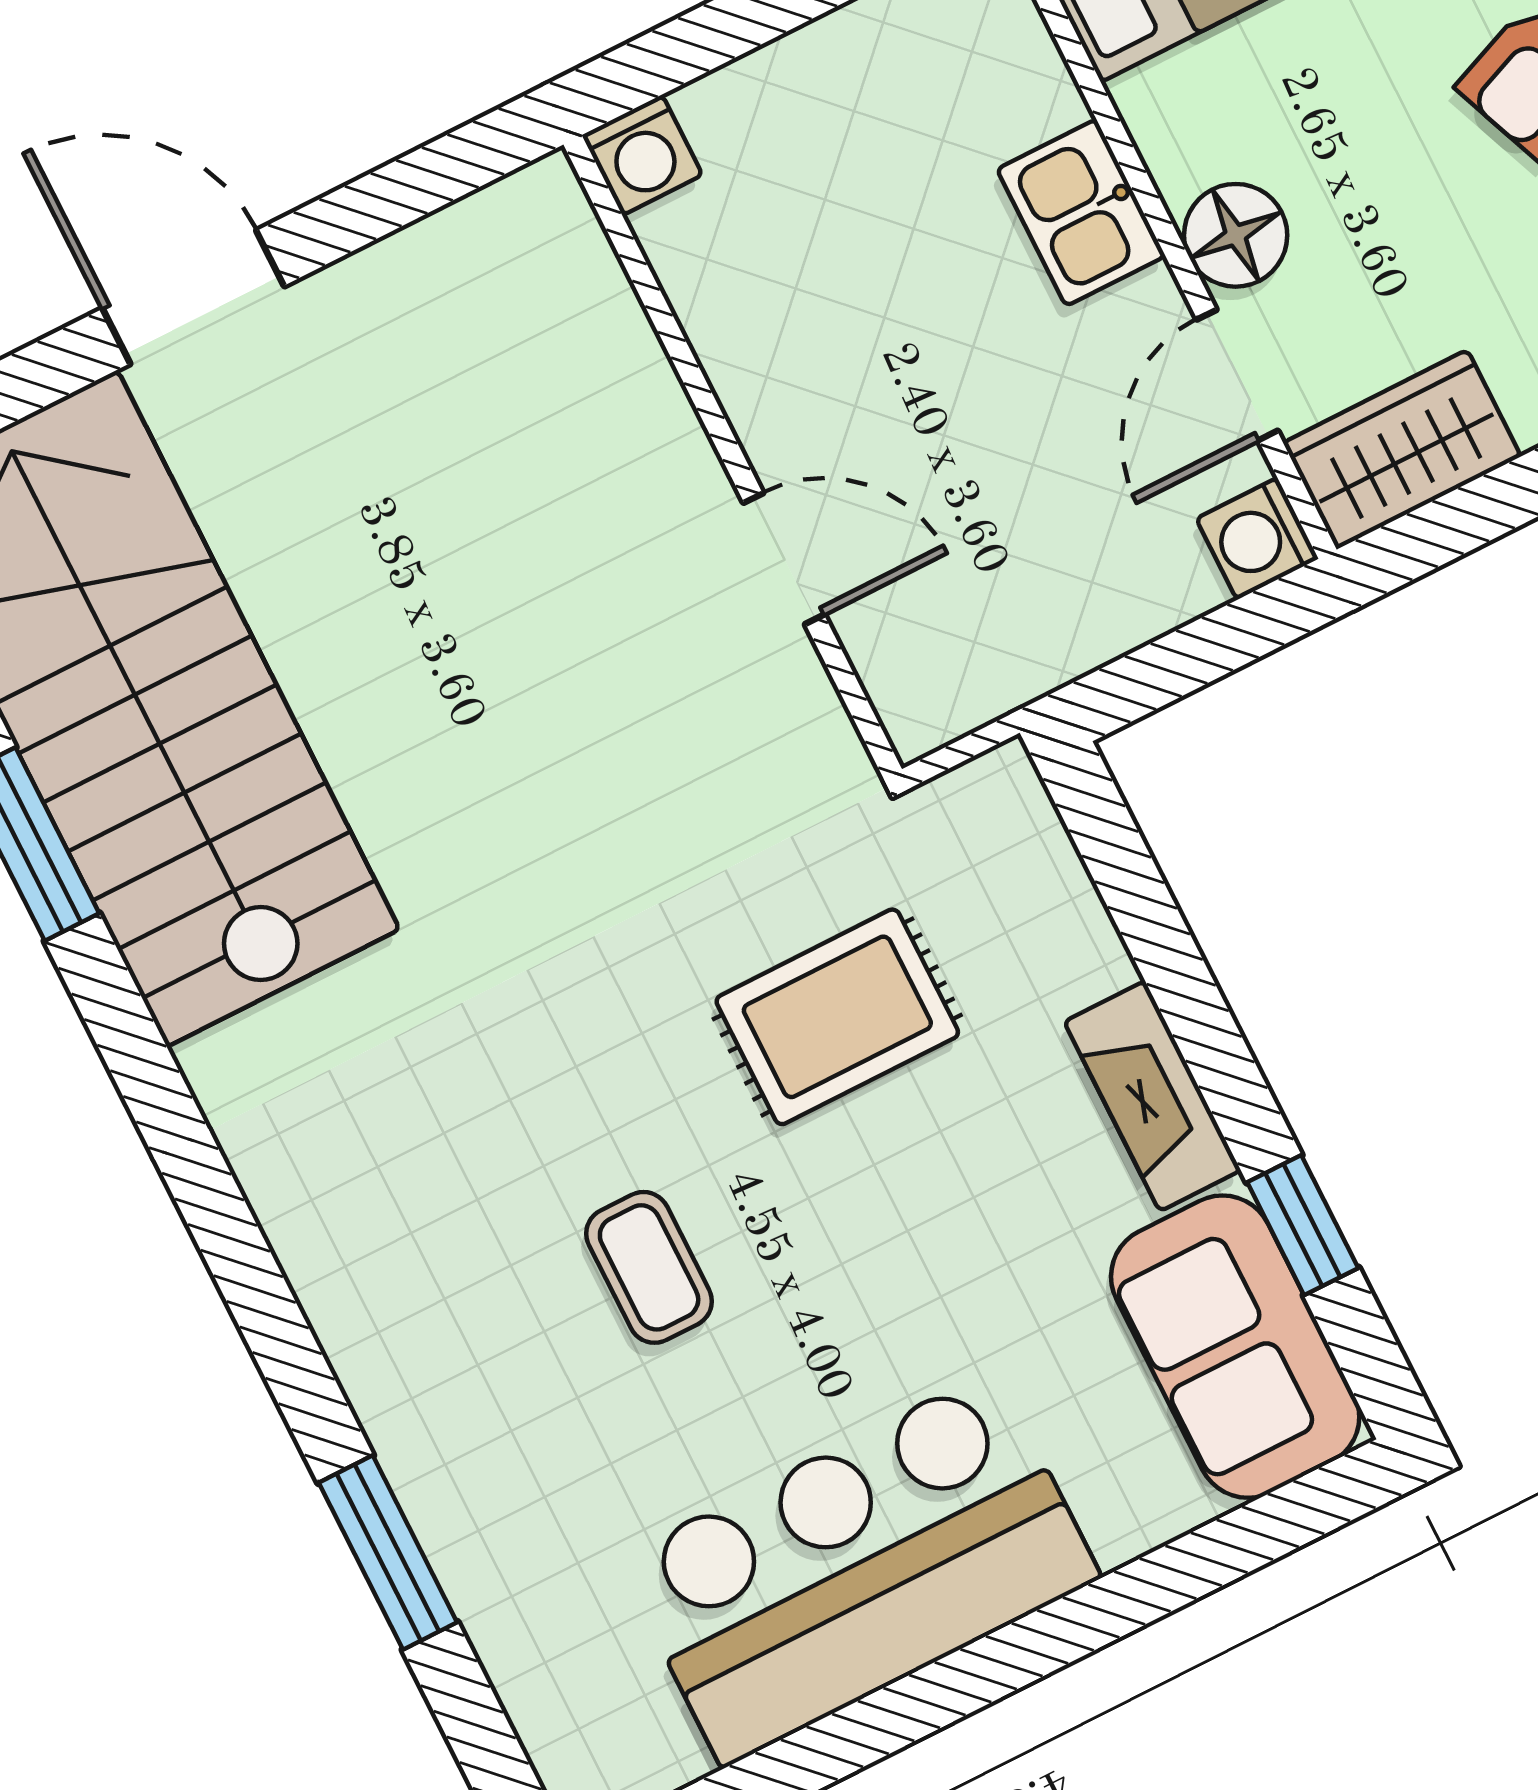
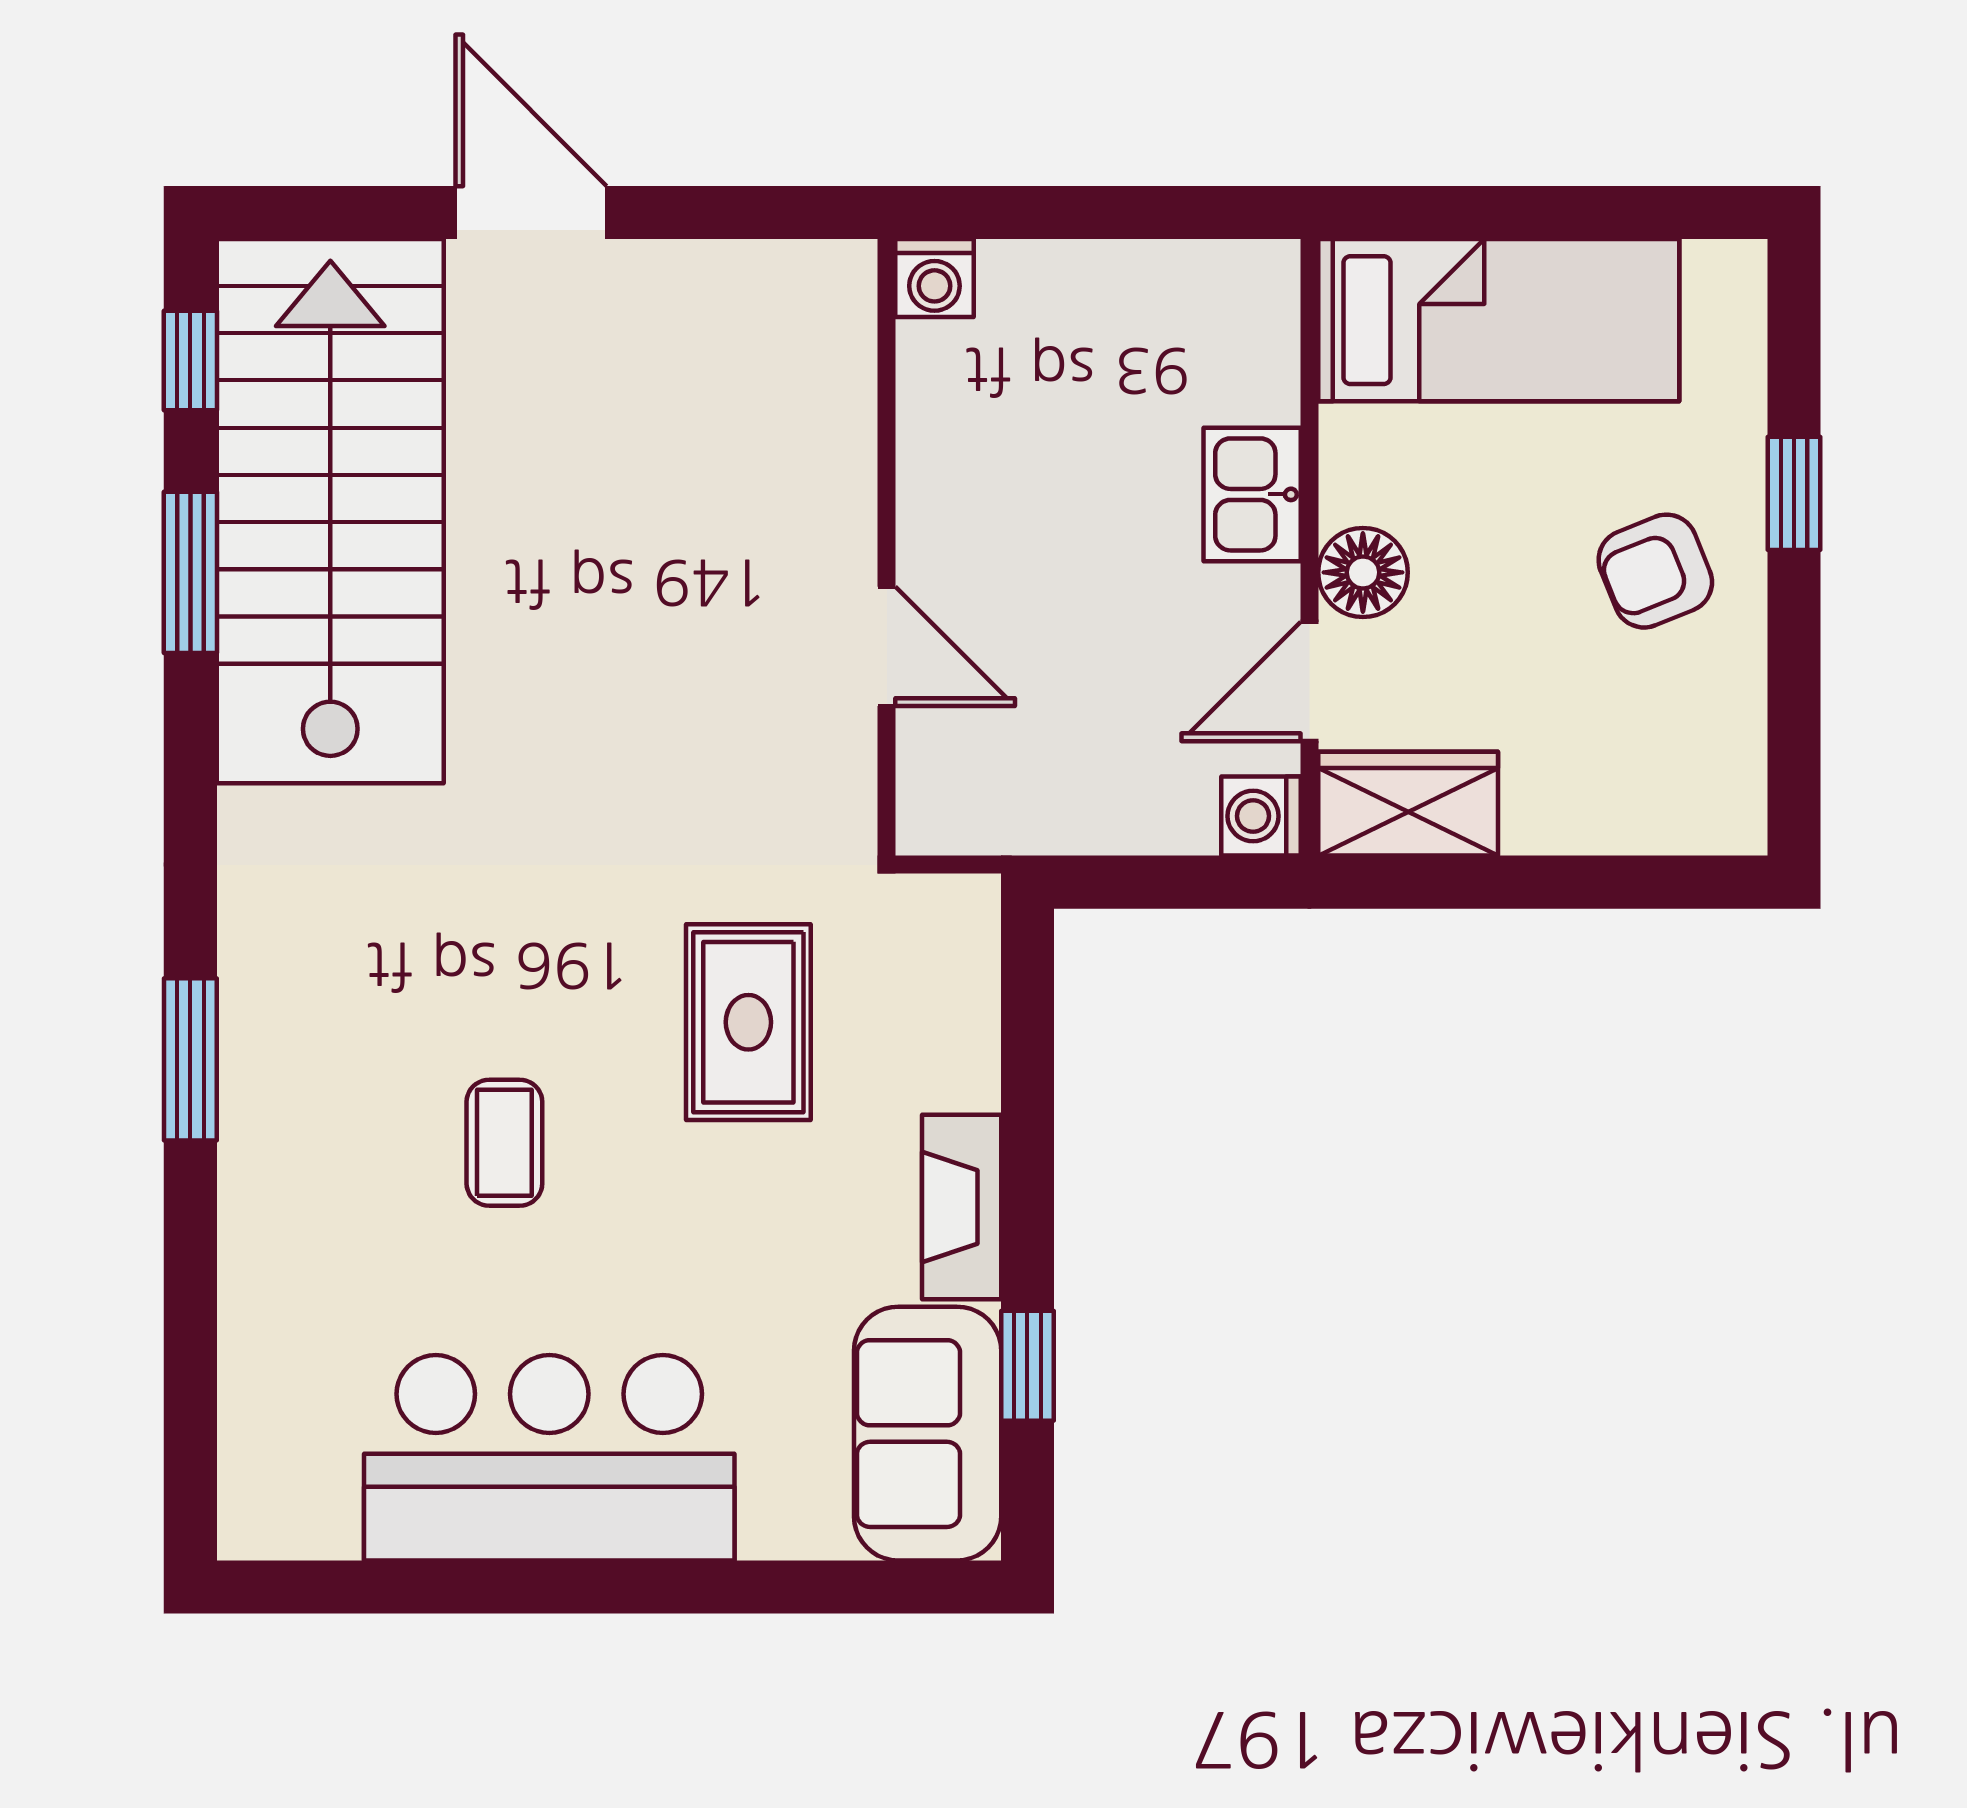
rug: (837, 1017) -> (748, 1022), turned 90
window: (388, 1552) -> (190, 1059), moved

